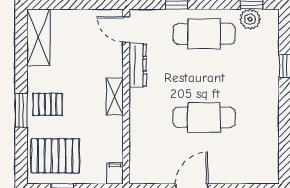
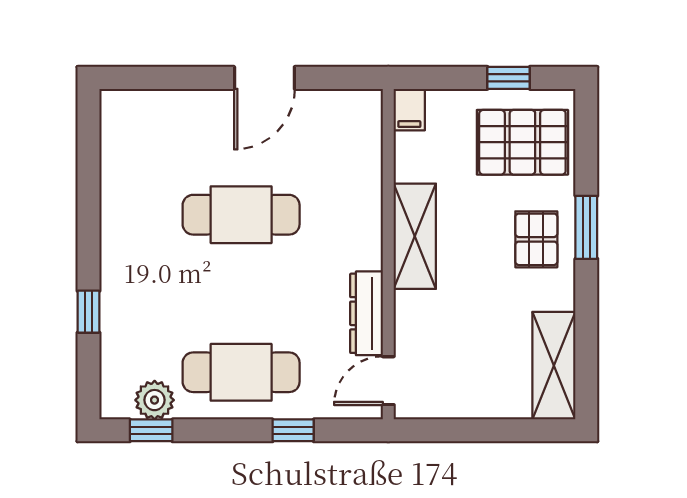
door: (126, 29) -> (388, 381), swing flipped
shelving: (115, 97) -> (415, 236), width x1.50, depth x1.33
pallet: (48, 104) -> (536, 239), turned 90

